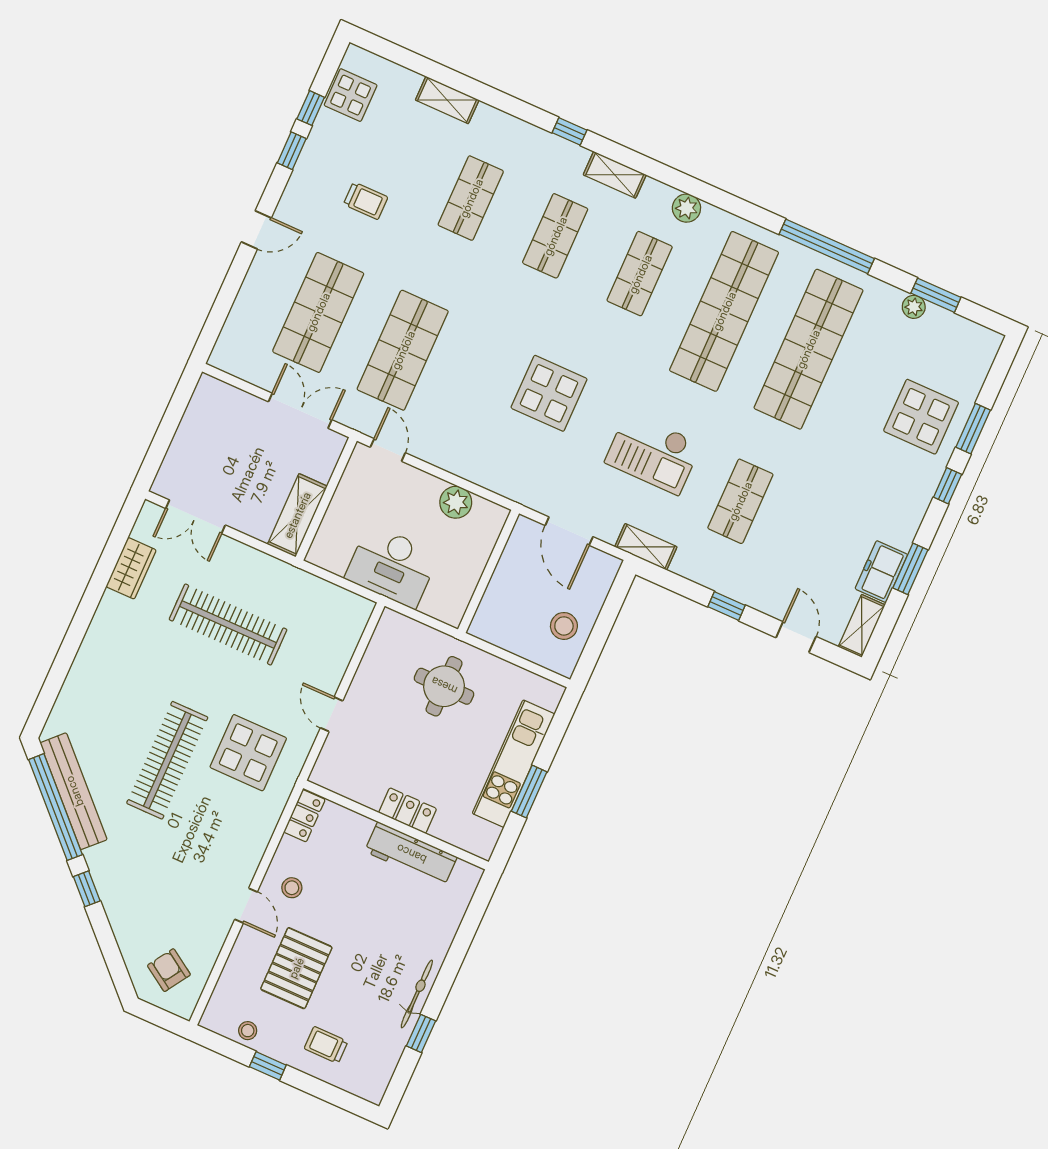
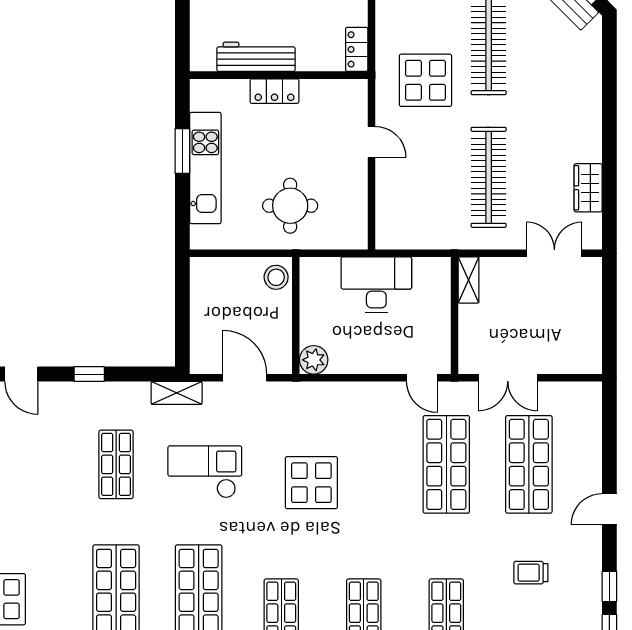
plant: (456, 502) -> (314, 360), moved
shelving: (297, 515) -> (468, 280), width x0.67, depth x0.75
clothes rail: (228, 625) -> (489, 177), turned 90
stool: (564, 626) -> (276, 277), moved

